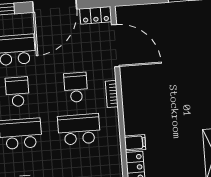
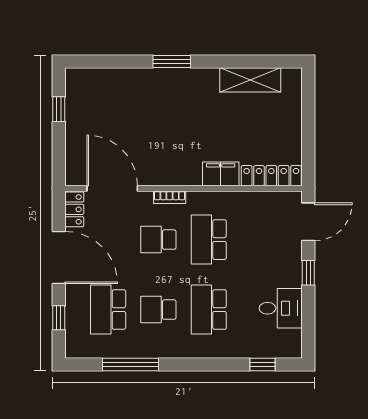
door: (116, 46) -> (112, 188), hinge flipped
filing cabinet: (135, 143) -> (221, 174), width x2.00

